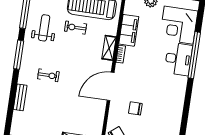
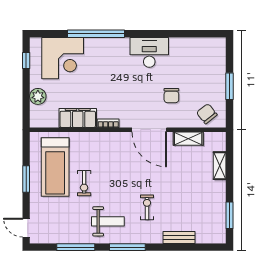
weight bench: (44, 28) -> (108, 221), moved, turned 180
shelving: (109, 48) -> (188, 139), moved
desk: (178, 59) -> (149, 52), moved

